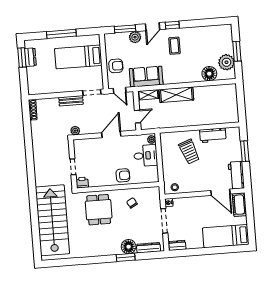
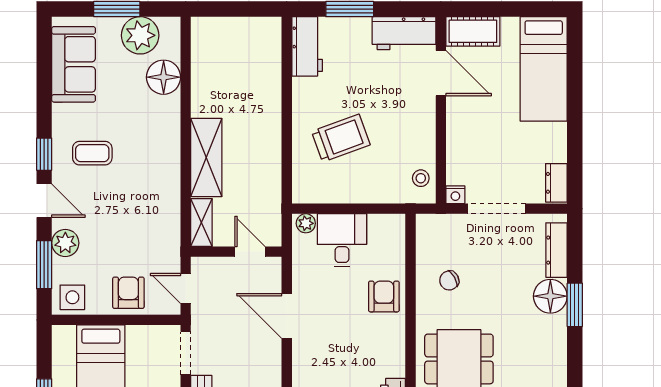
side table: (112, 42) -> (72, 297), added
sofa: (146, 77) -> (74, 64), moved, turned 180
door: (120, 90) -> (186, 288), swing flipped
workbench: (213, 135) -> (307, 46), moved
door: (220, 192) -> (441, 73), hinge flipped

